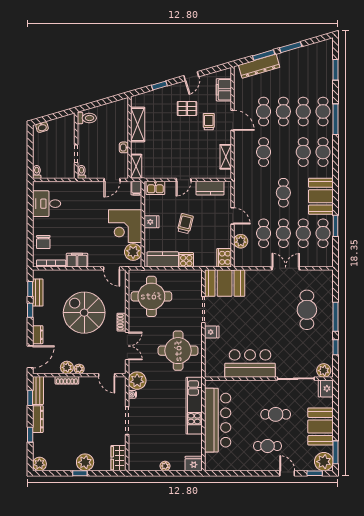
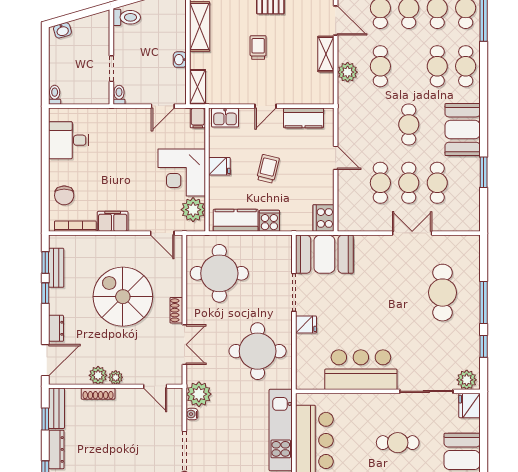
trolley: (209, 122) -> (258, 47), moved
shelving: (226, 157) -> (326, 54), moved
cafe table: (323, 233) -> (466, 183), removed
plant: (241, 241) -> (348, 72), moved

